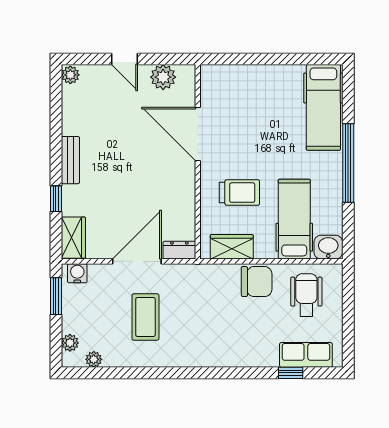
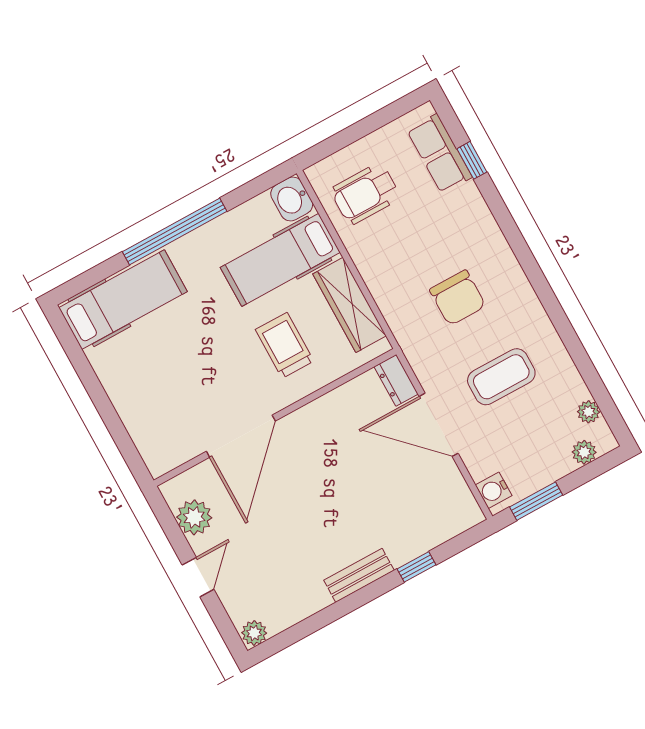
wardrobe: (73, 238) -> (452, 519), removed
wardrobe: (232, 247) -> (349, 305), width x1.50
chair: (257, 282) -> (458, 298), moved, turned 180

